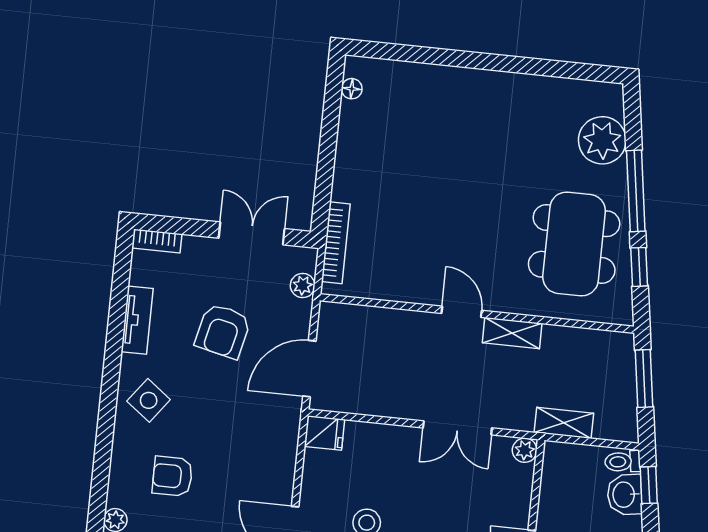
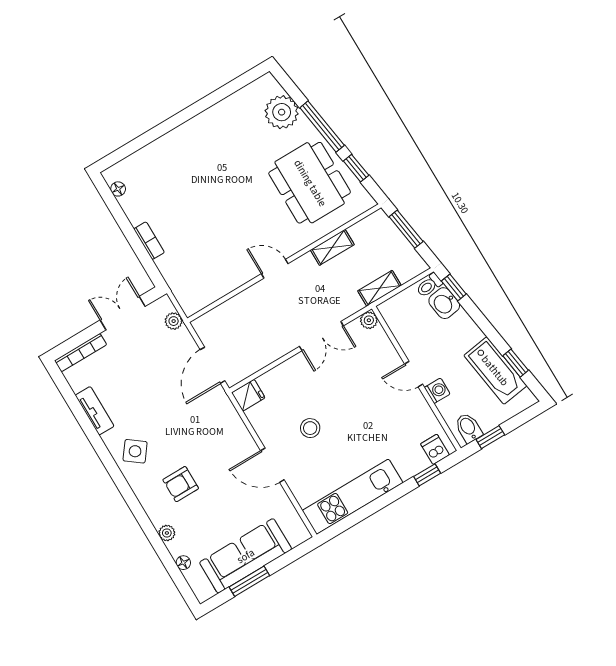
bookcase: (157, 241) -> (81, 353), width x1.56
bookcase: (336, 243) -> (149, 241), moved, width x0.64
armchair: (223, 331) -> (148, 381), removed
shelving: (512, 333) -> (332, 247), moved

